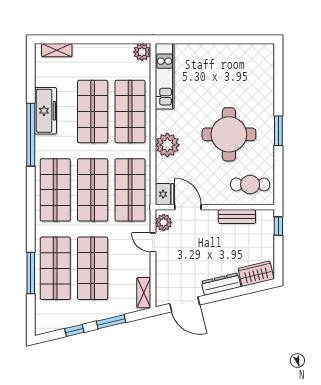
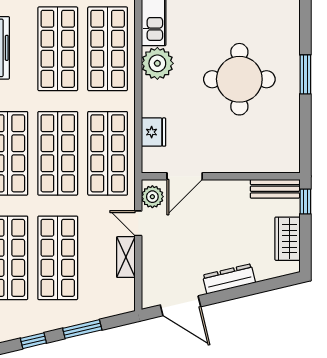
plant: (167, 145) -> (157, 63), moved
cafe table: (250, 184) -> (268, 146), removed
fridge: (164, 194) -> (154, 132), moved
door: (188, 207) -> (185, 176), swing flipped
bench: (237, 217) -> (275, 189), moved
wardrobe: (256, 274) -> (288, 239), moved, turned -77
shelving: (144, 293) -> (126, 257), moved

